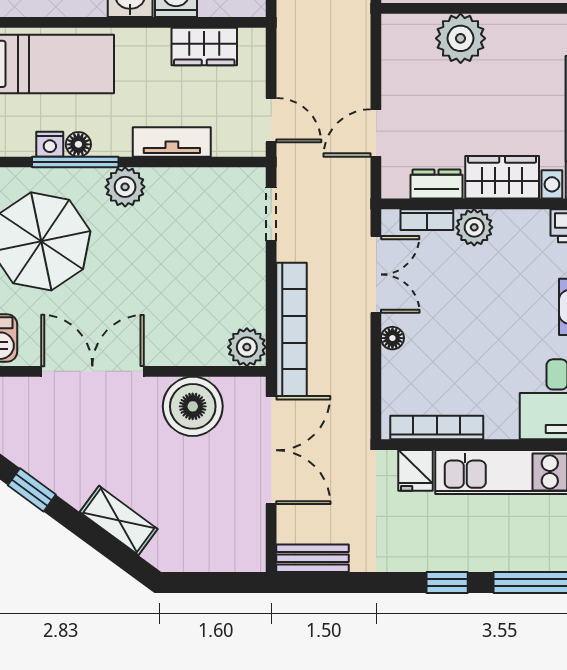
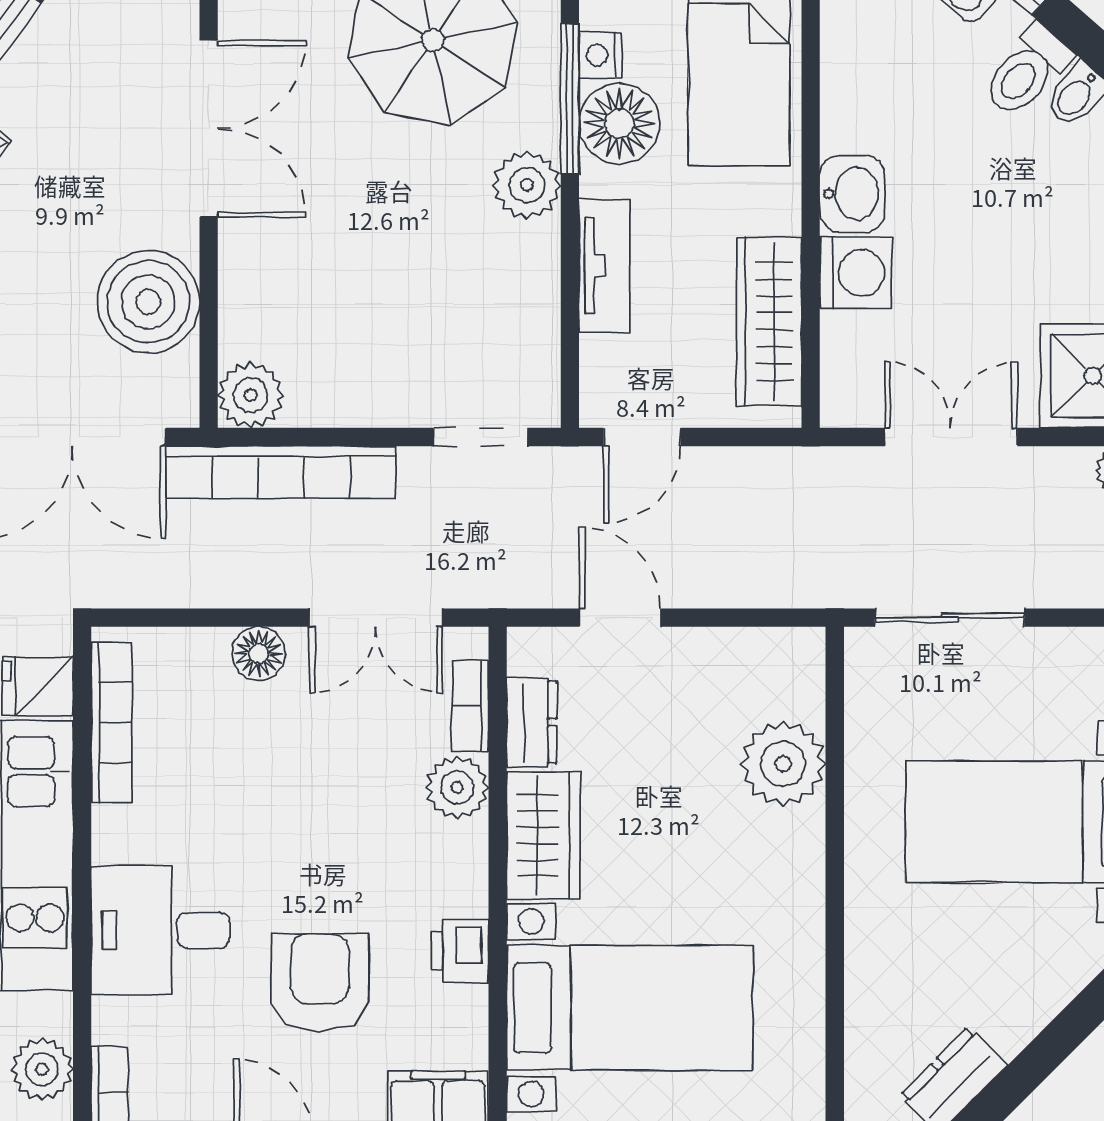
wardrobe: (204, 47) -> (769, 322), width x1.50
floor lamp: (78, 144) -> (619, 123), width x1.89, depth x1.89
floor lamp: (392, 338) -> (259, 654), width x1.37, depth x1.37

